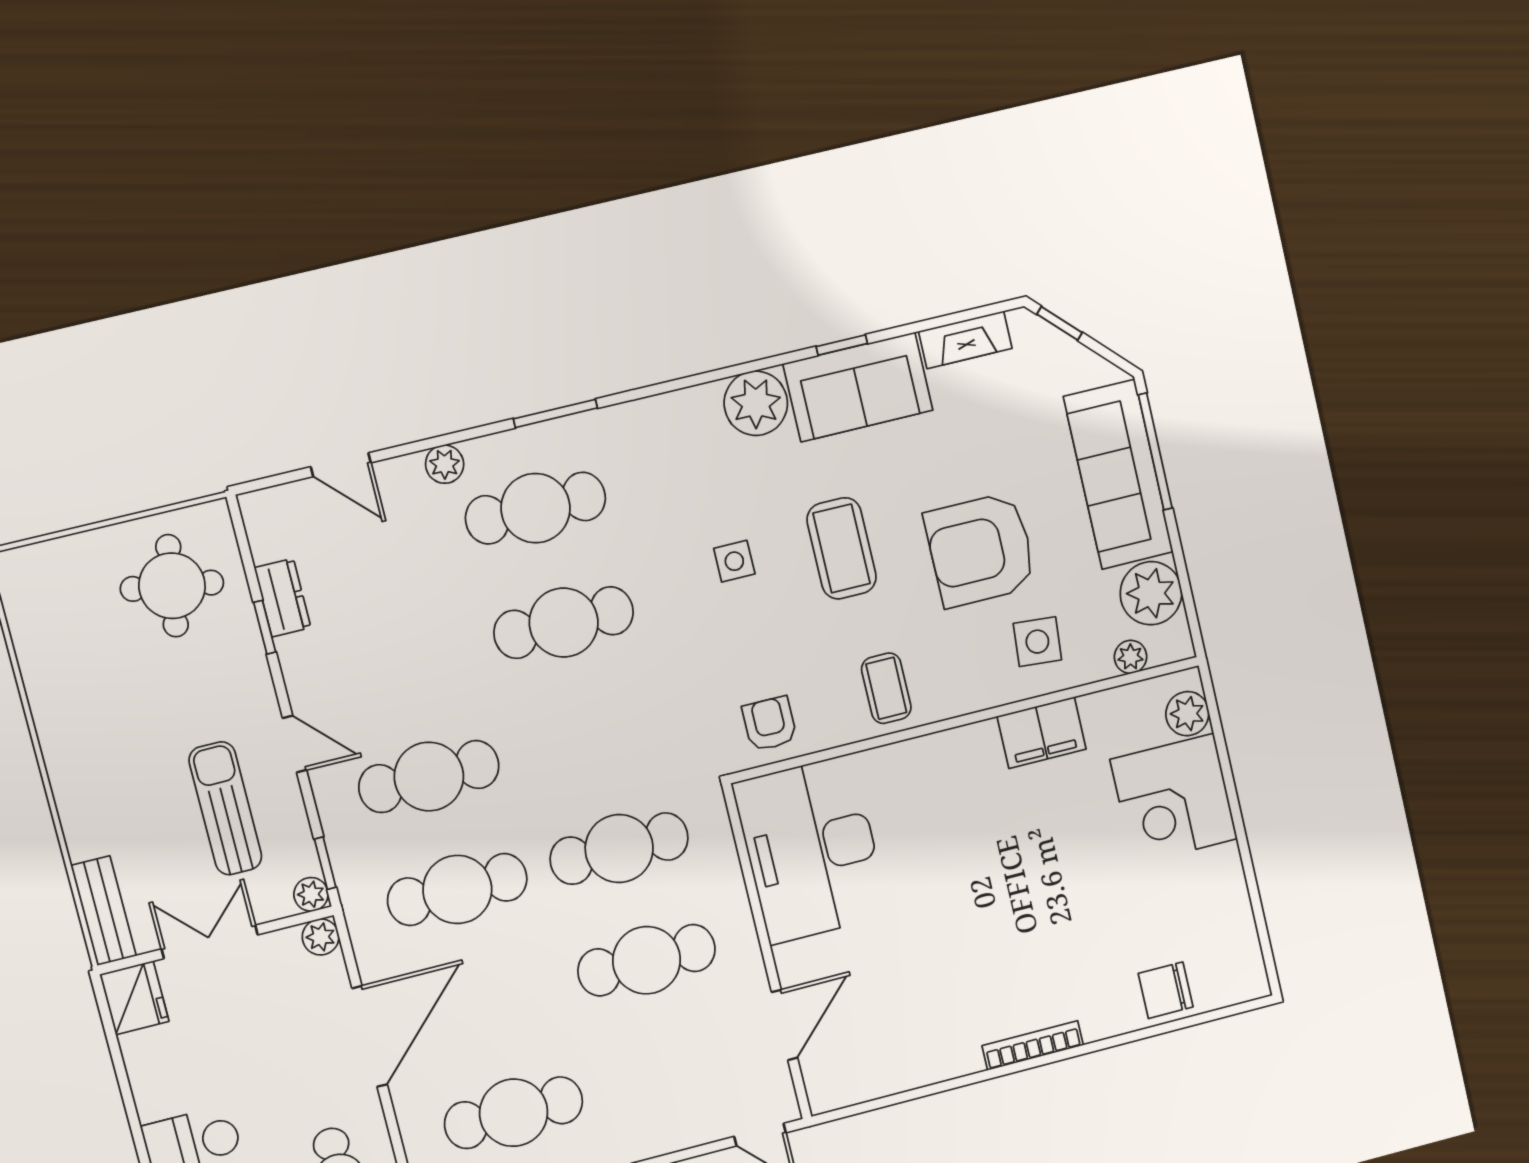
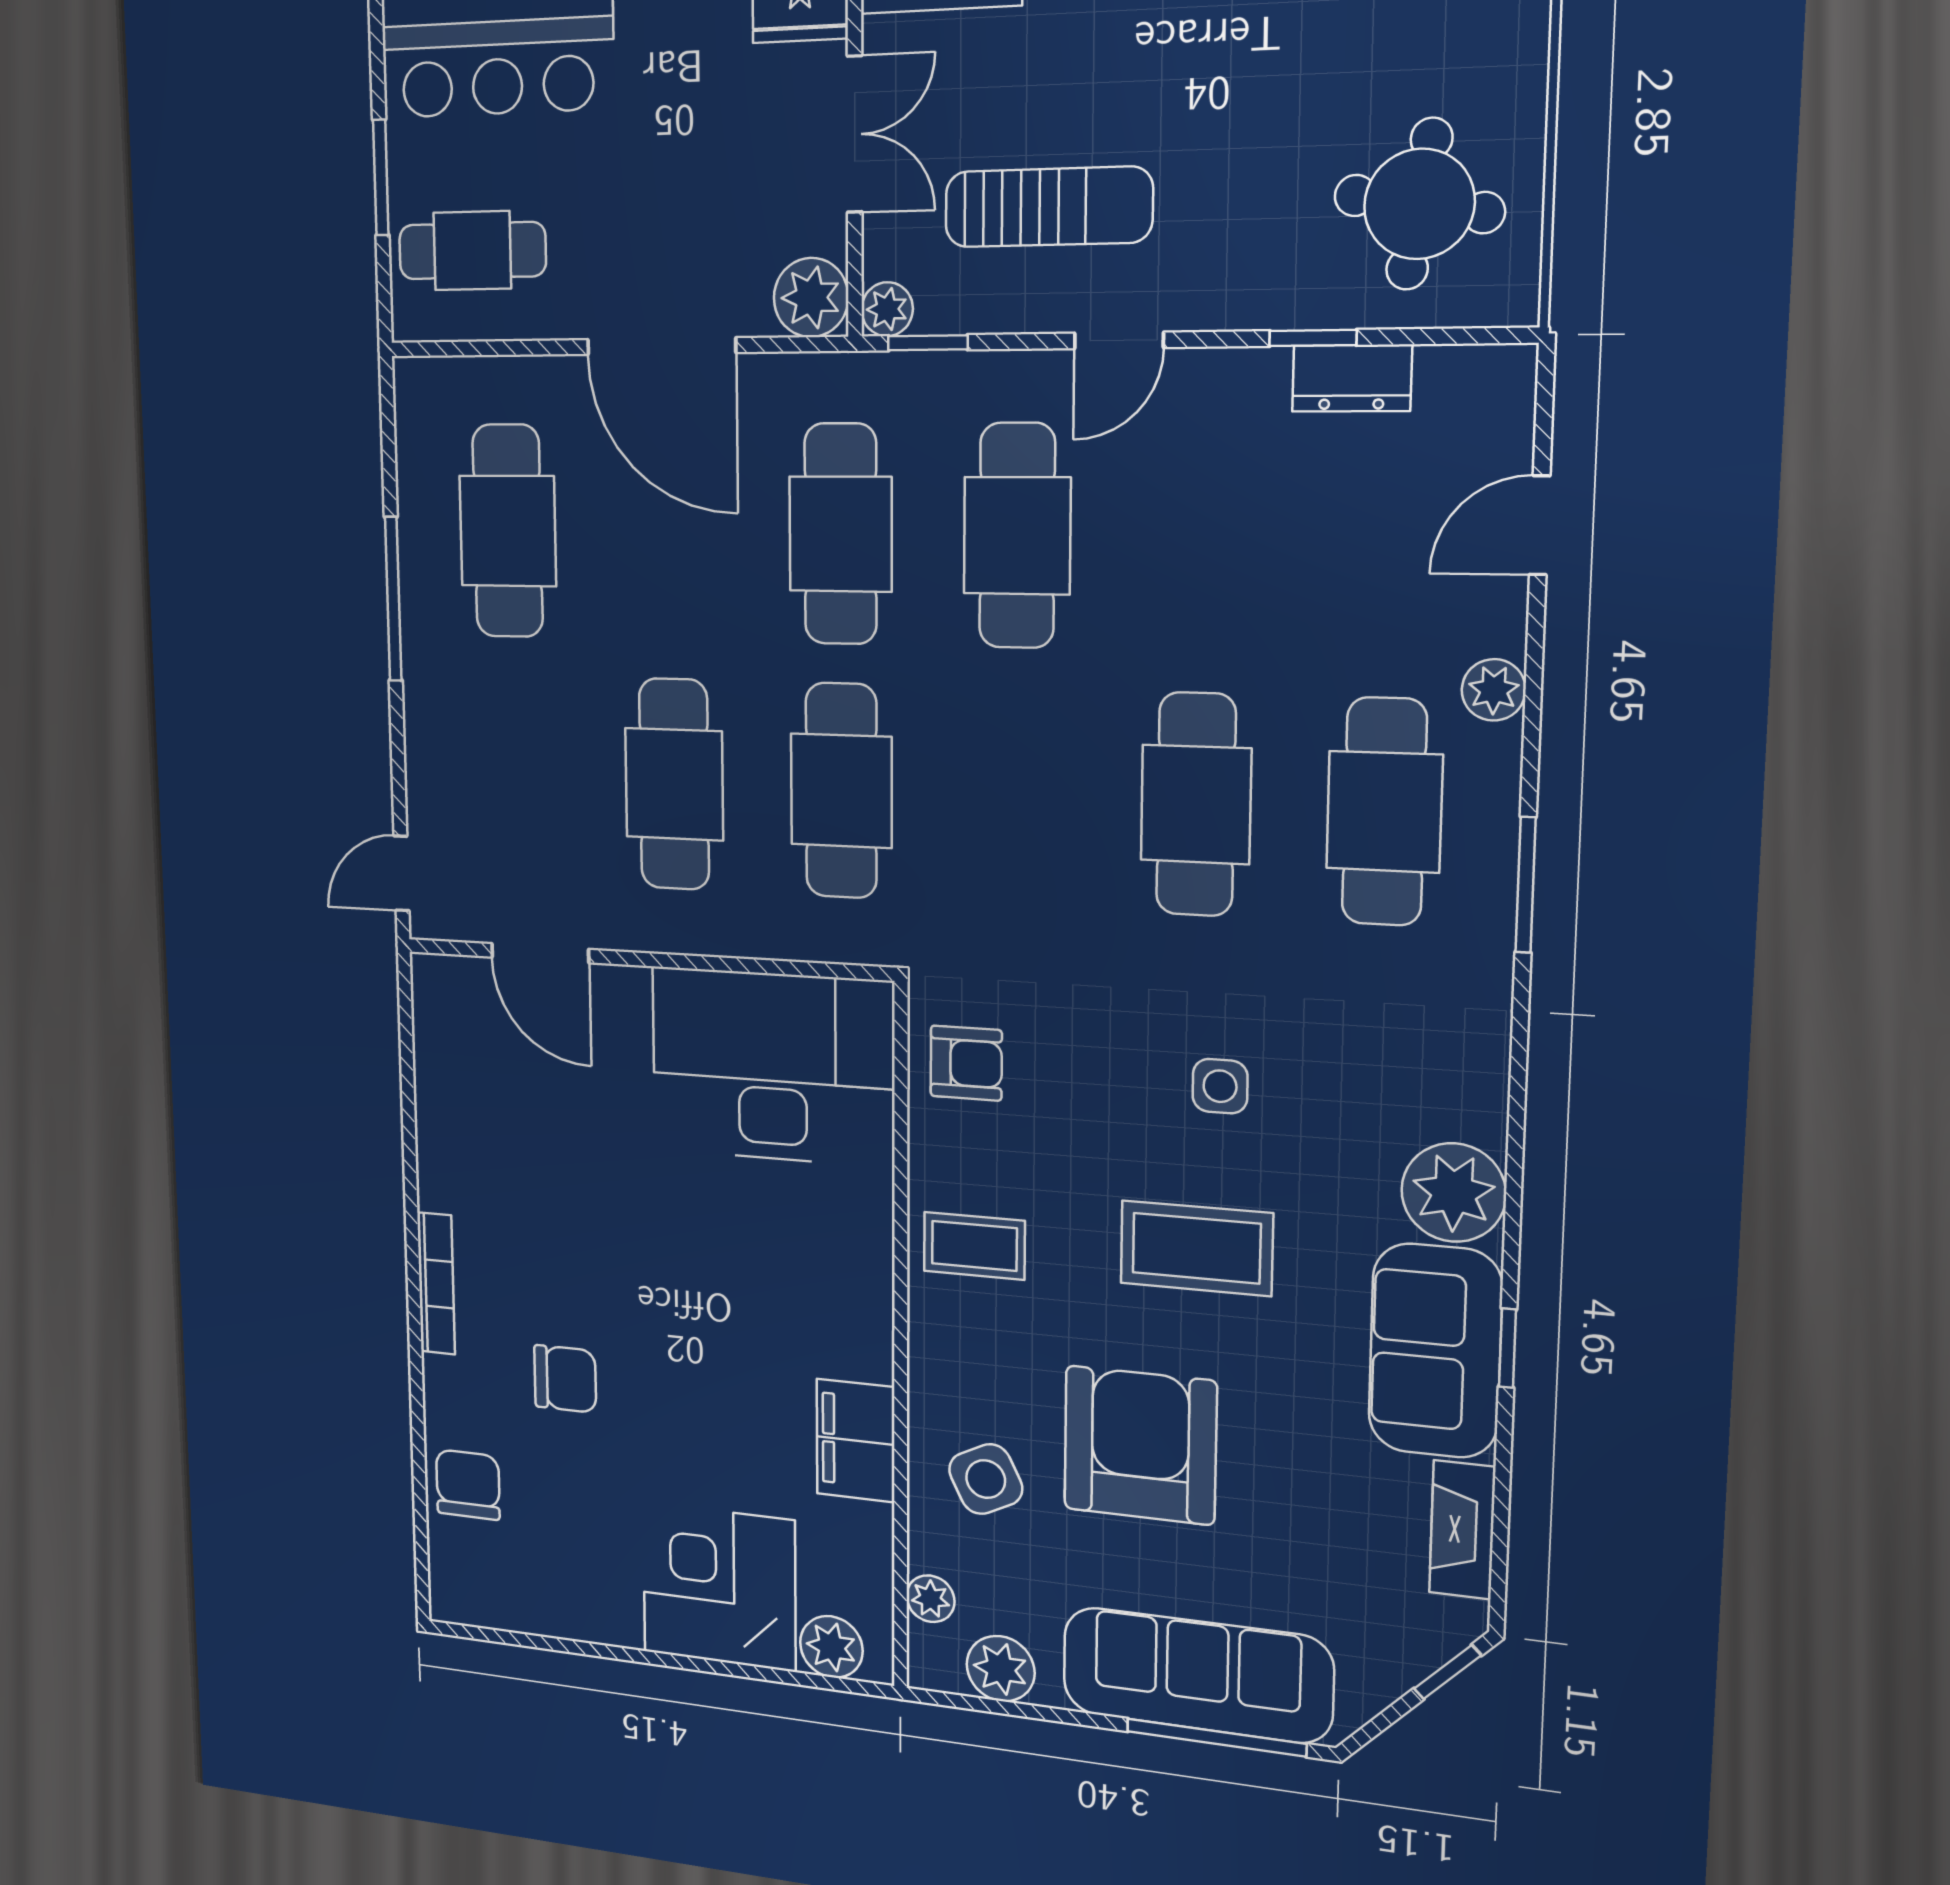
plant: (1151, 593) -> (1001, 1669), width x0.73, depth x0.73
side table: (1037, 642) -> (986, 1479), turned -31
plant: (321, 937) -> (811, 298), width x1.38, depth x1.38
chair: (1068, 939) -> (565, 1379), added

